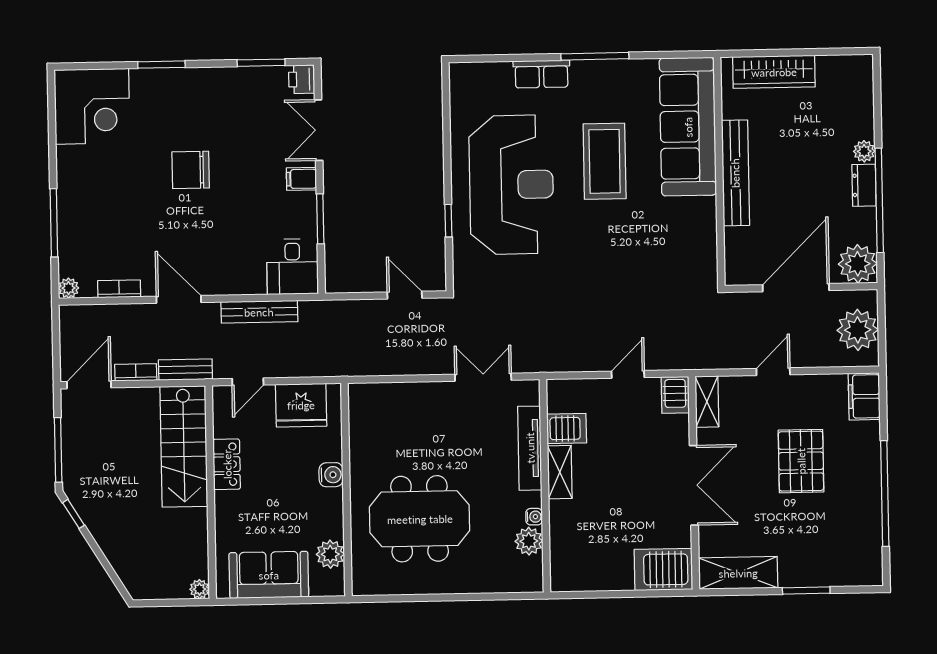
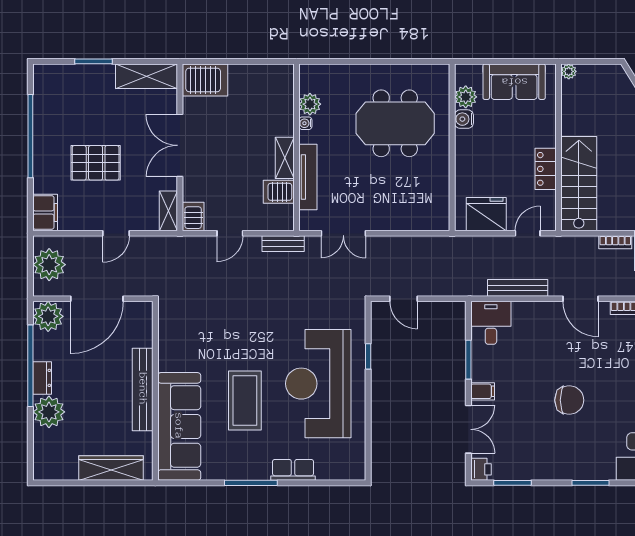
plant: (864, 151) -> (49, 412), width x1.87, depth x1.87
bench: (185, 370) -> (283, 244), moved
pallet: (801, 461) -> (96, 163), turned 90
water cooler: (331, 475) -> (464, 119), moved

